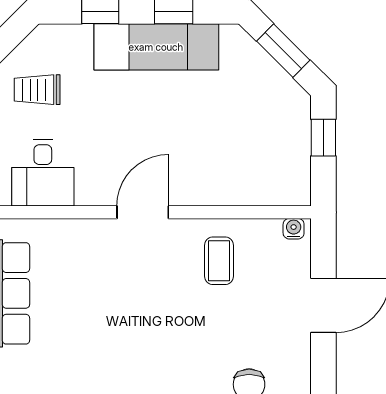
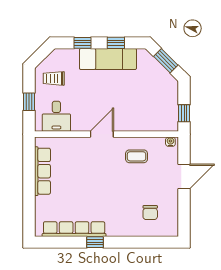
window: (323, 138) -> (184, 113), moved
coffee table: (219, 261) -> (137, 156), turned 90

